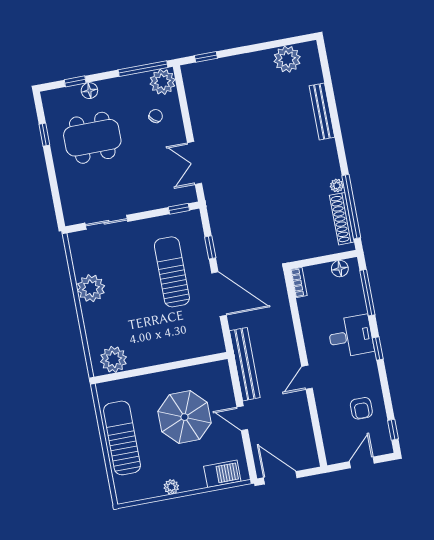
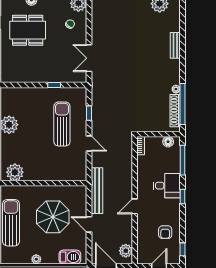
bench: (322, 112) -> (175, 45), width x0.73
window: (179, 209) -> (54, 85), moved
sliding door: (106, 222) -> (27, 85), removed
door: (219, 294) -> (89, 143), width x0.53
plant: (306, 448) -> (126, 251), added

